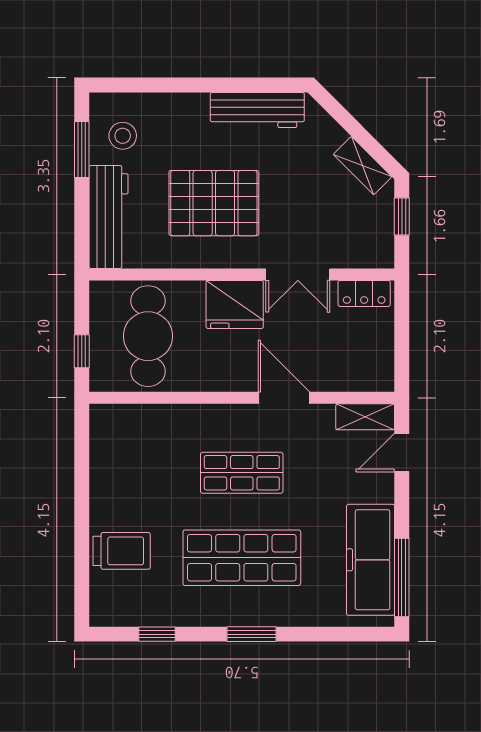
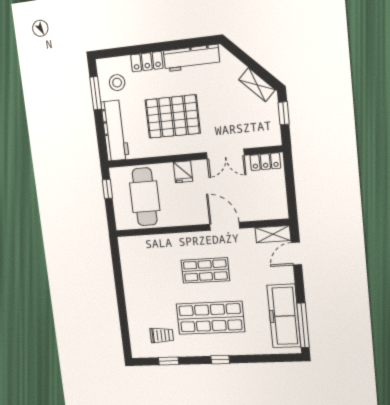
locker: (180, 107) -> (147, 62), added
fridge: (235, 304) -> (183, 172), width x0.53, depth x0.75
window: (82, 351) -> (107, 189), moved
trolley: (122, 551) -> (162, 335), moved, width x0.73, depth x0.72
window: (251, 634) -> (220, 360), width x0.67

